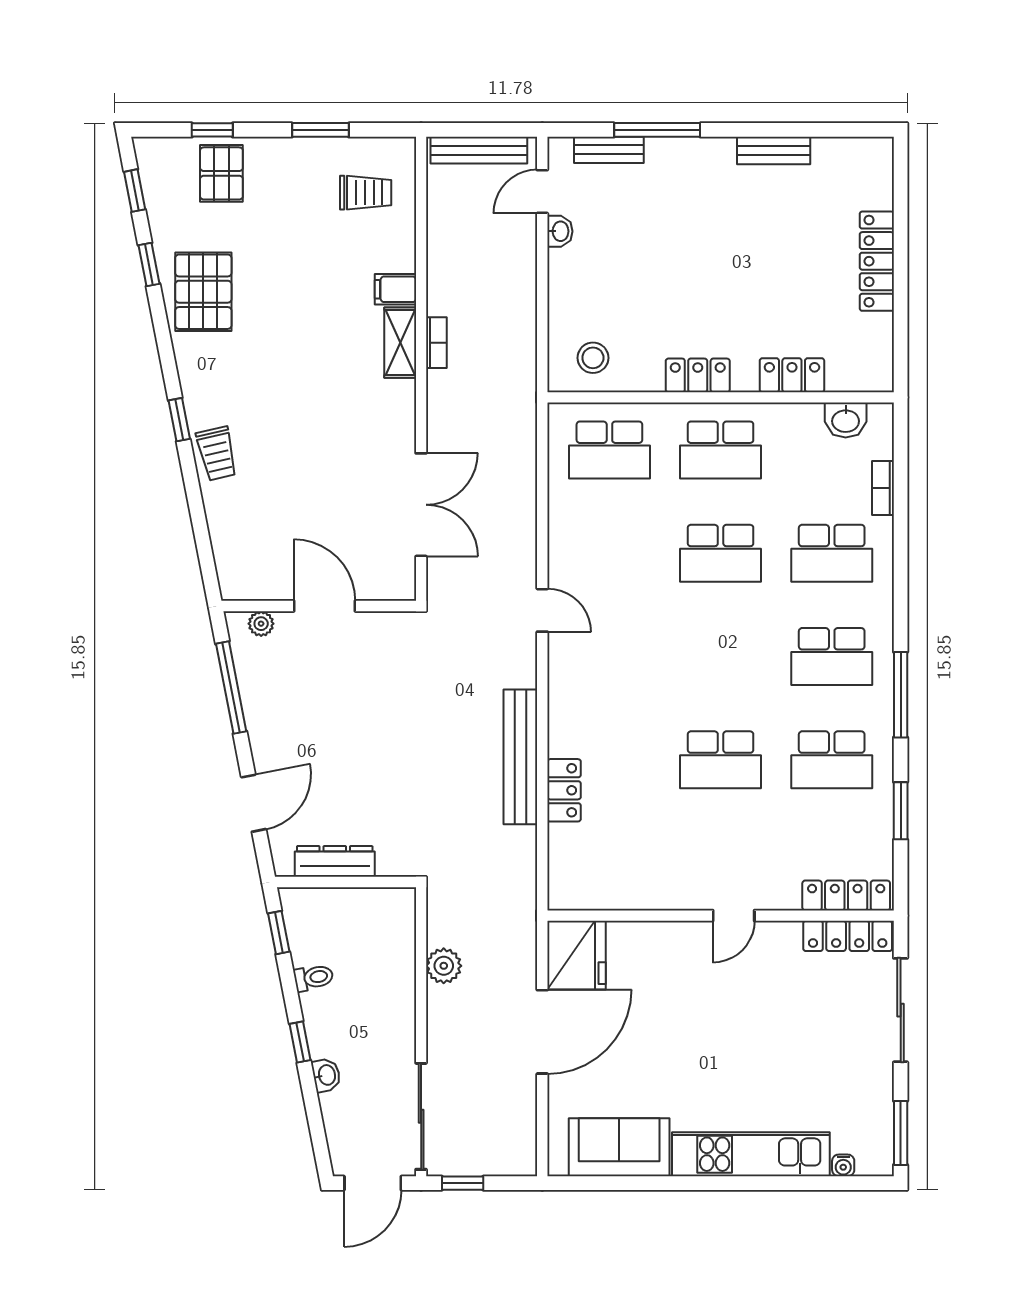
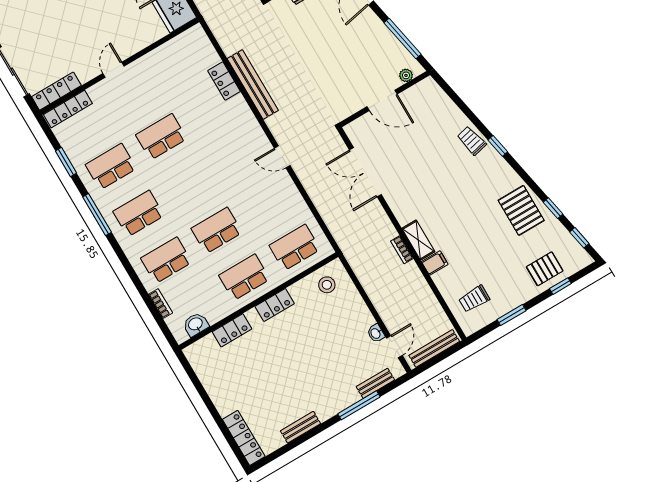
pallet: (221, 173) -> (545, 269), turned 90
locker: (877, 261) -> (244, 438), moved

